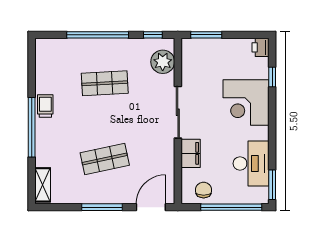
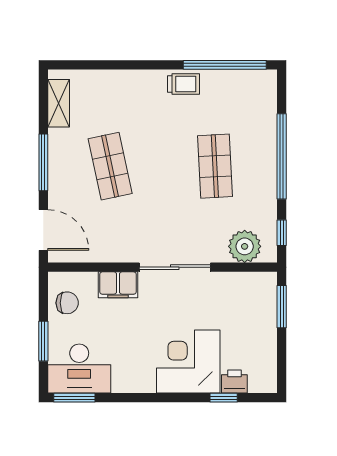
printer: (260, 47) -> (234, 382), moved
window: (32, 127) -> (225, 65), moved
desk: (251, 163) -> (79, 368), moved
shelving: (43, 185) -> (59, 103), moved, turned 90
window: (231, 207) -> (43, 341), width x0.47

